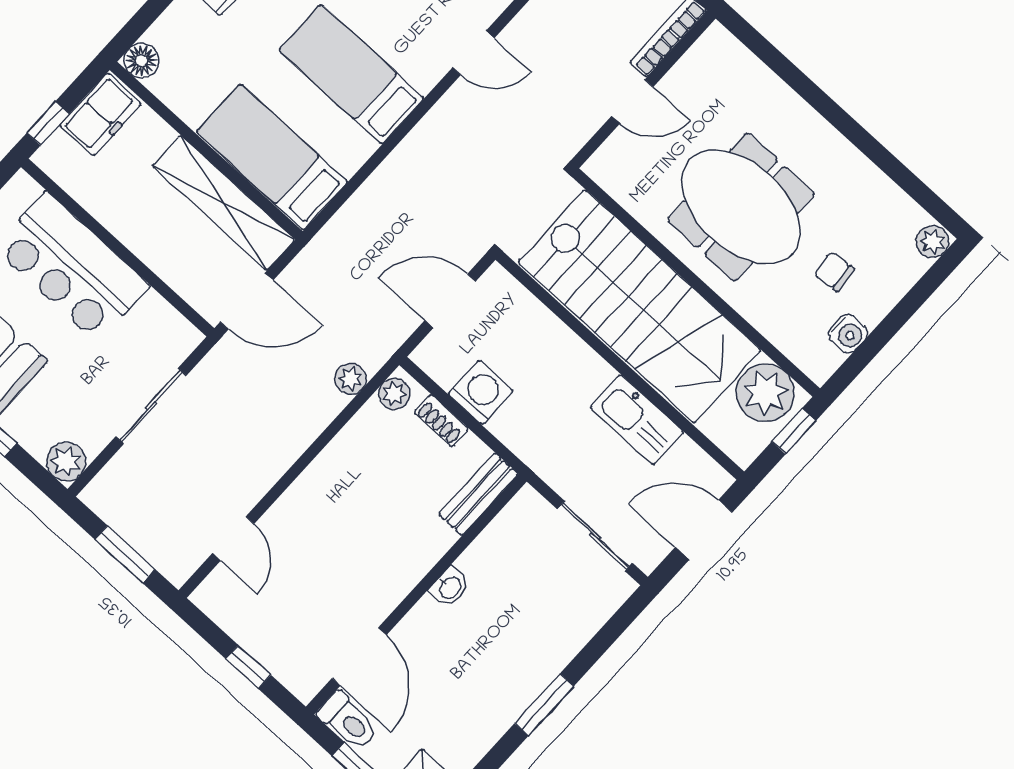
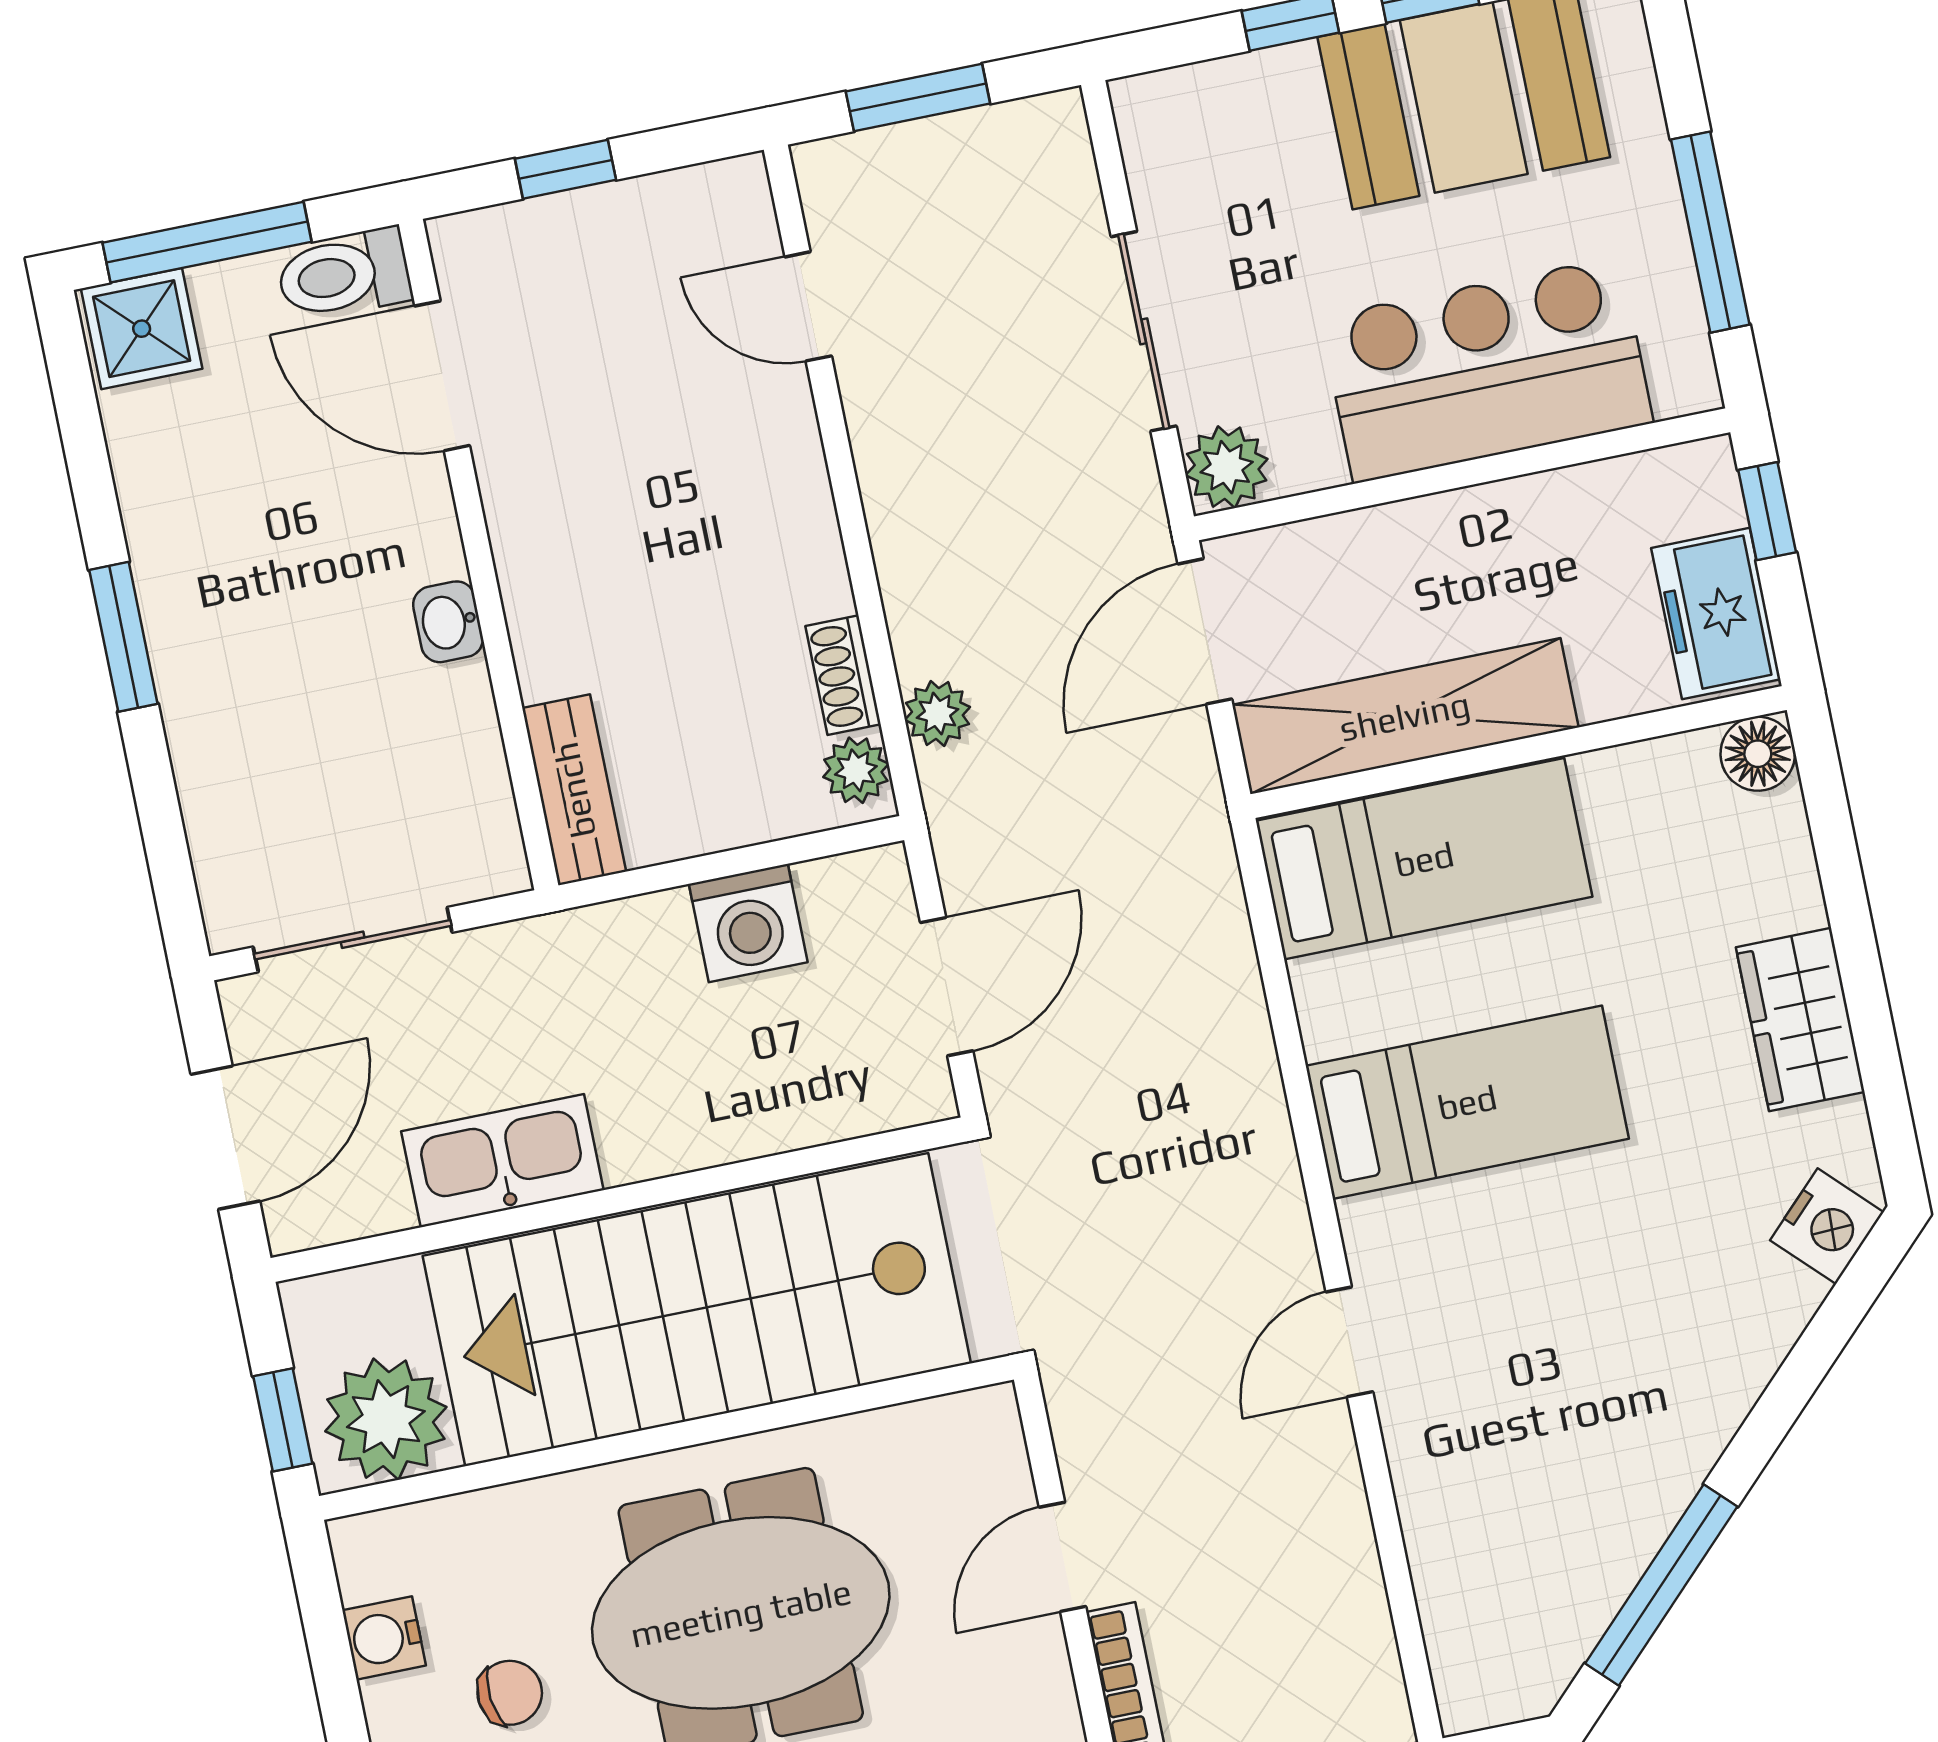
shoe rack: (441, 421) -> (843, 675), moved, turned -90
plant: (66, 462) -> (1227, 467), moved

